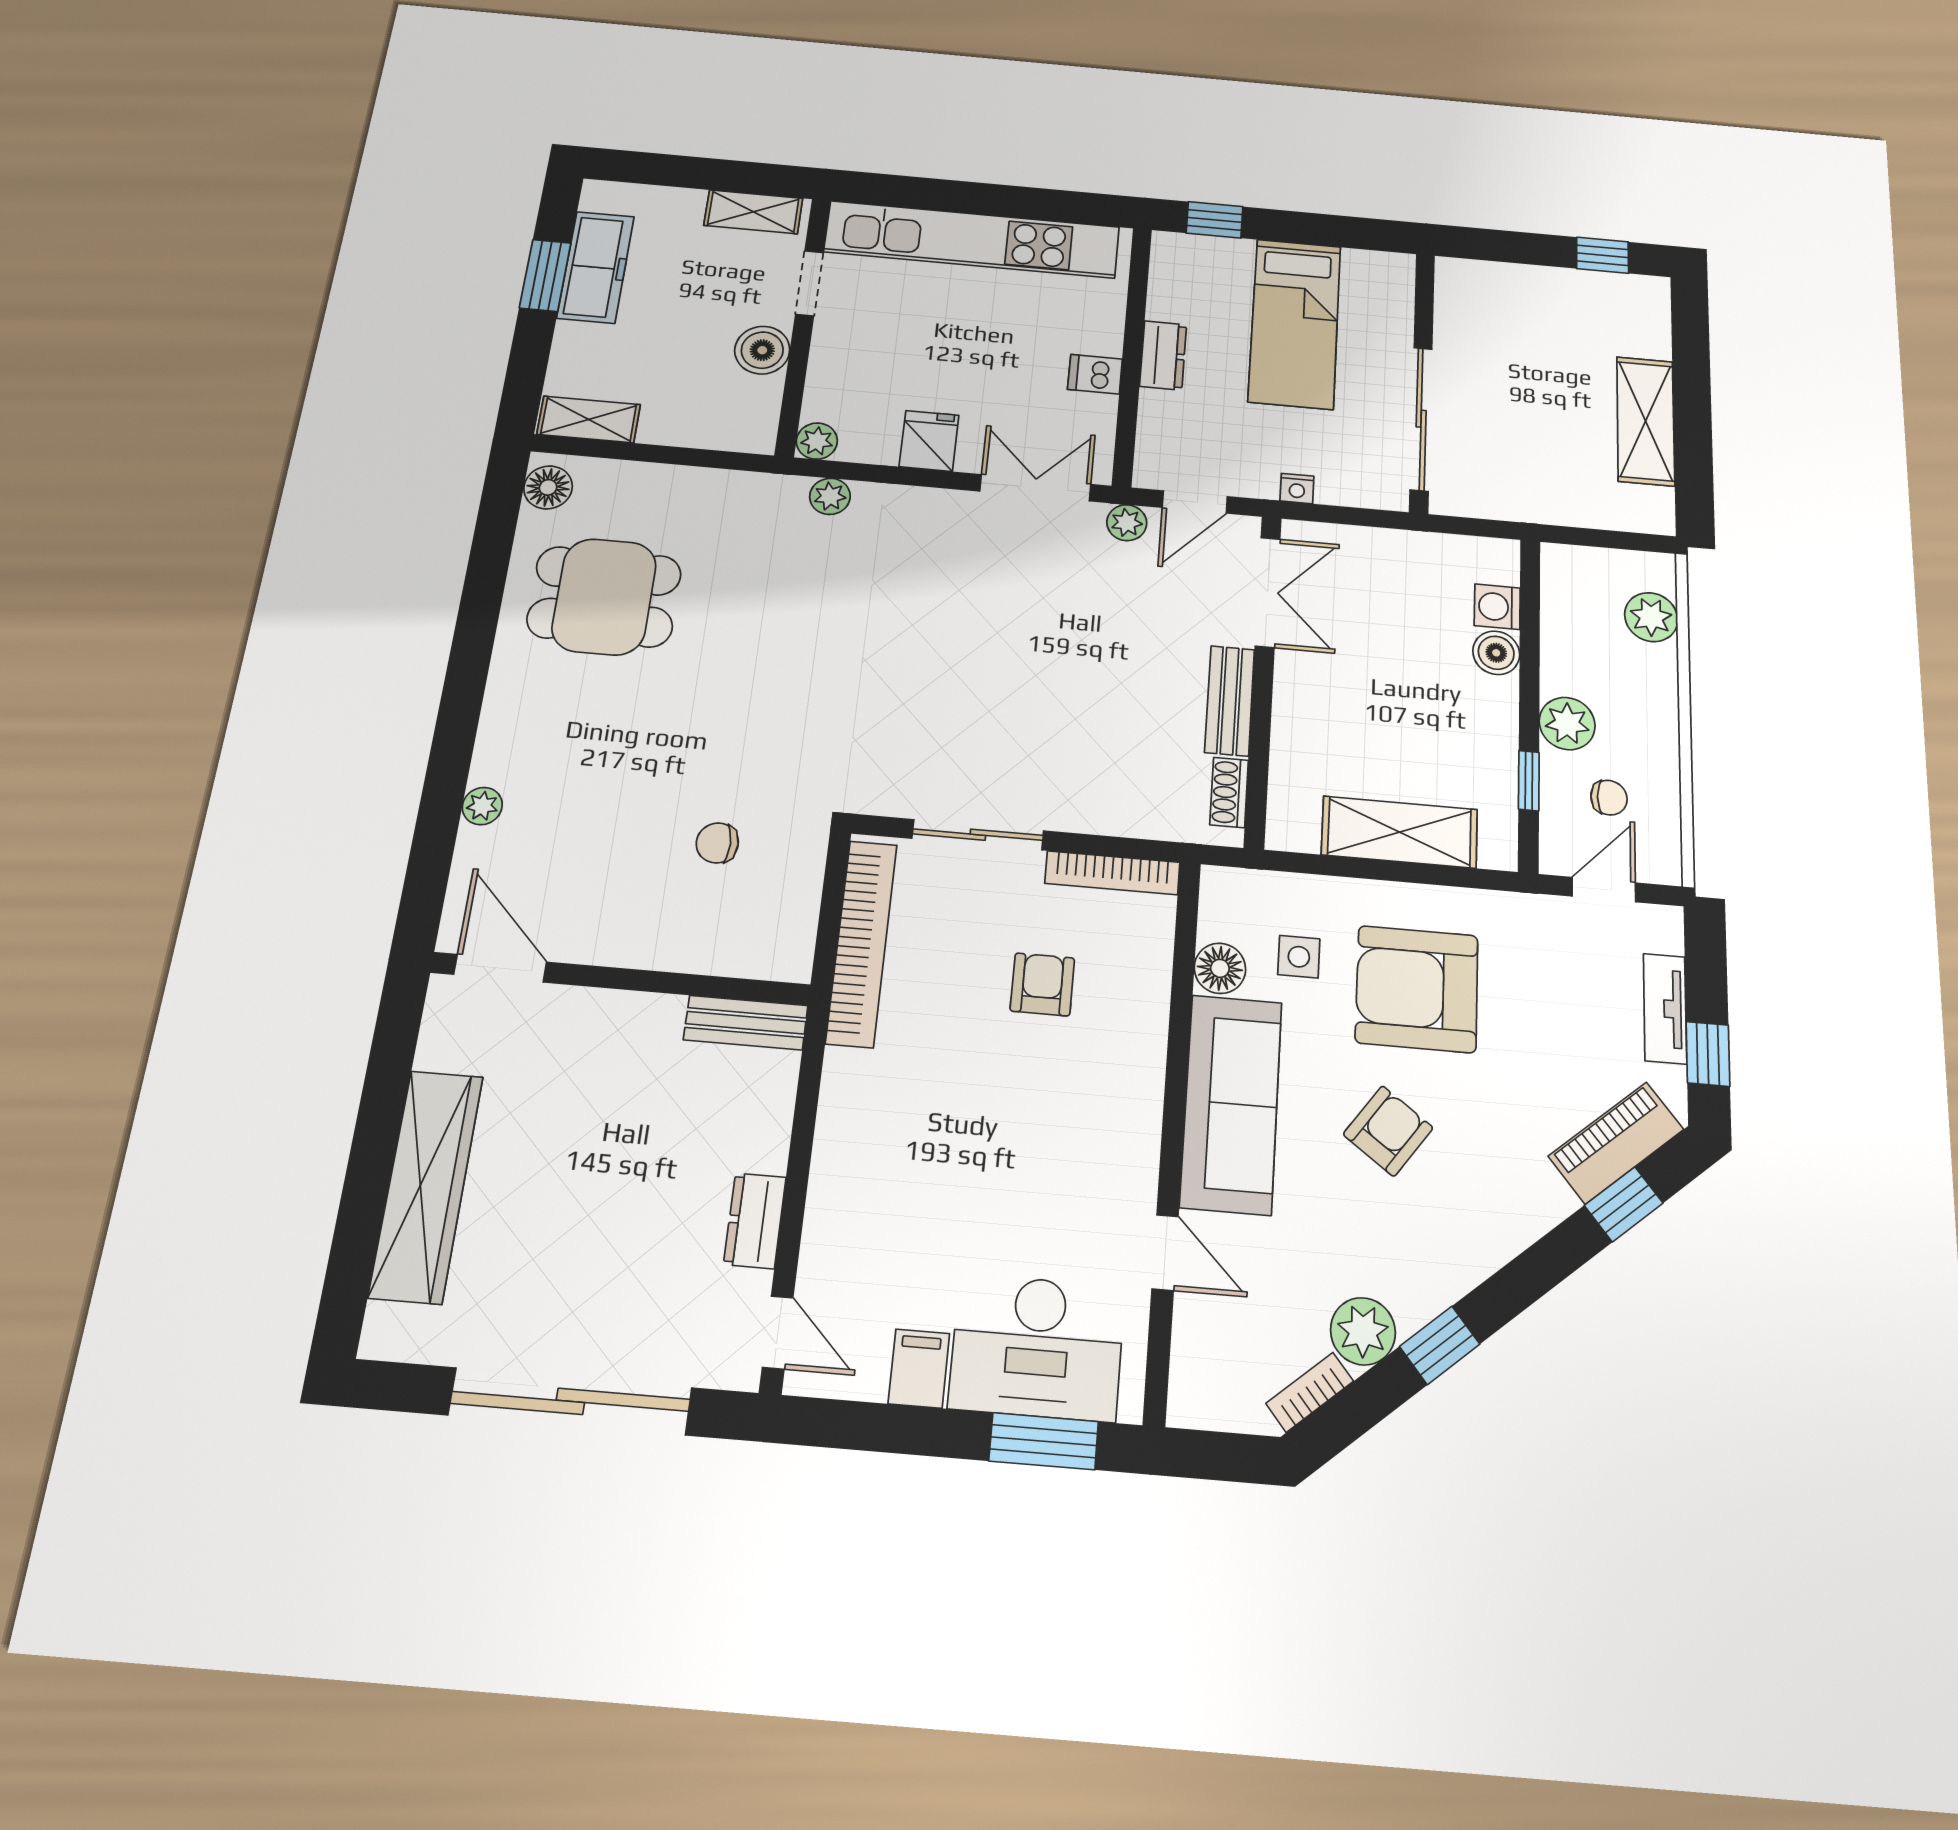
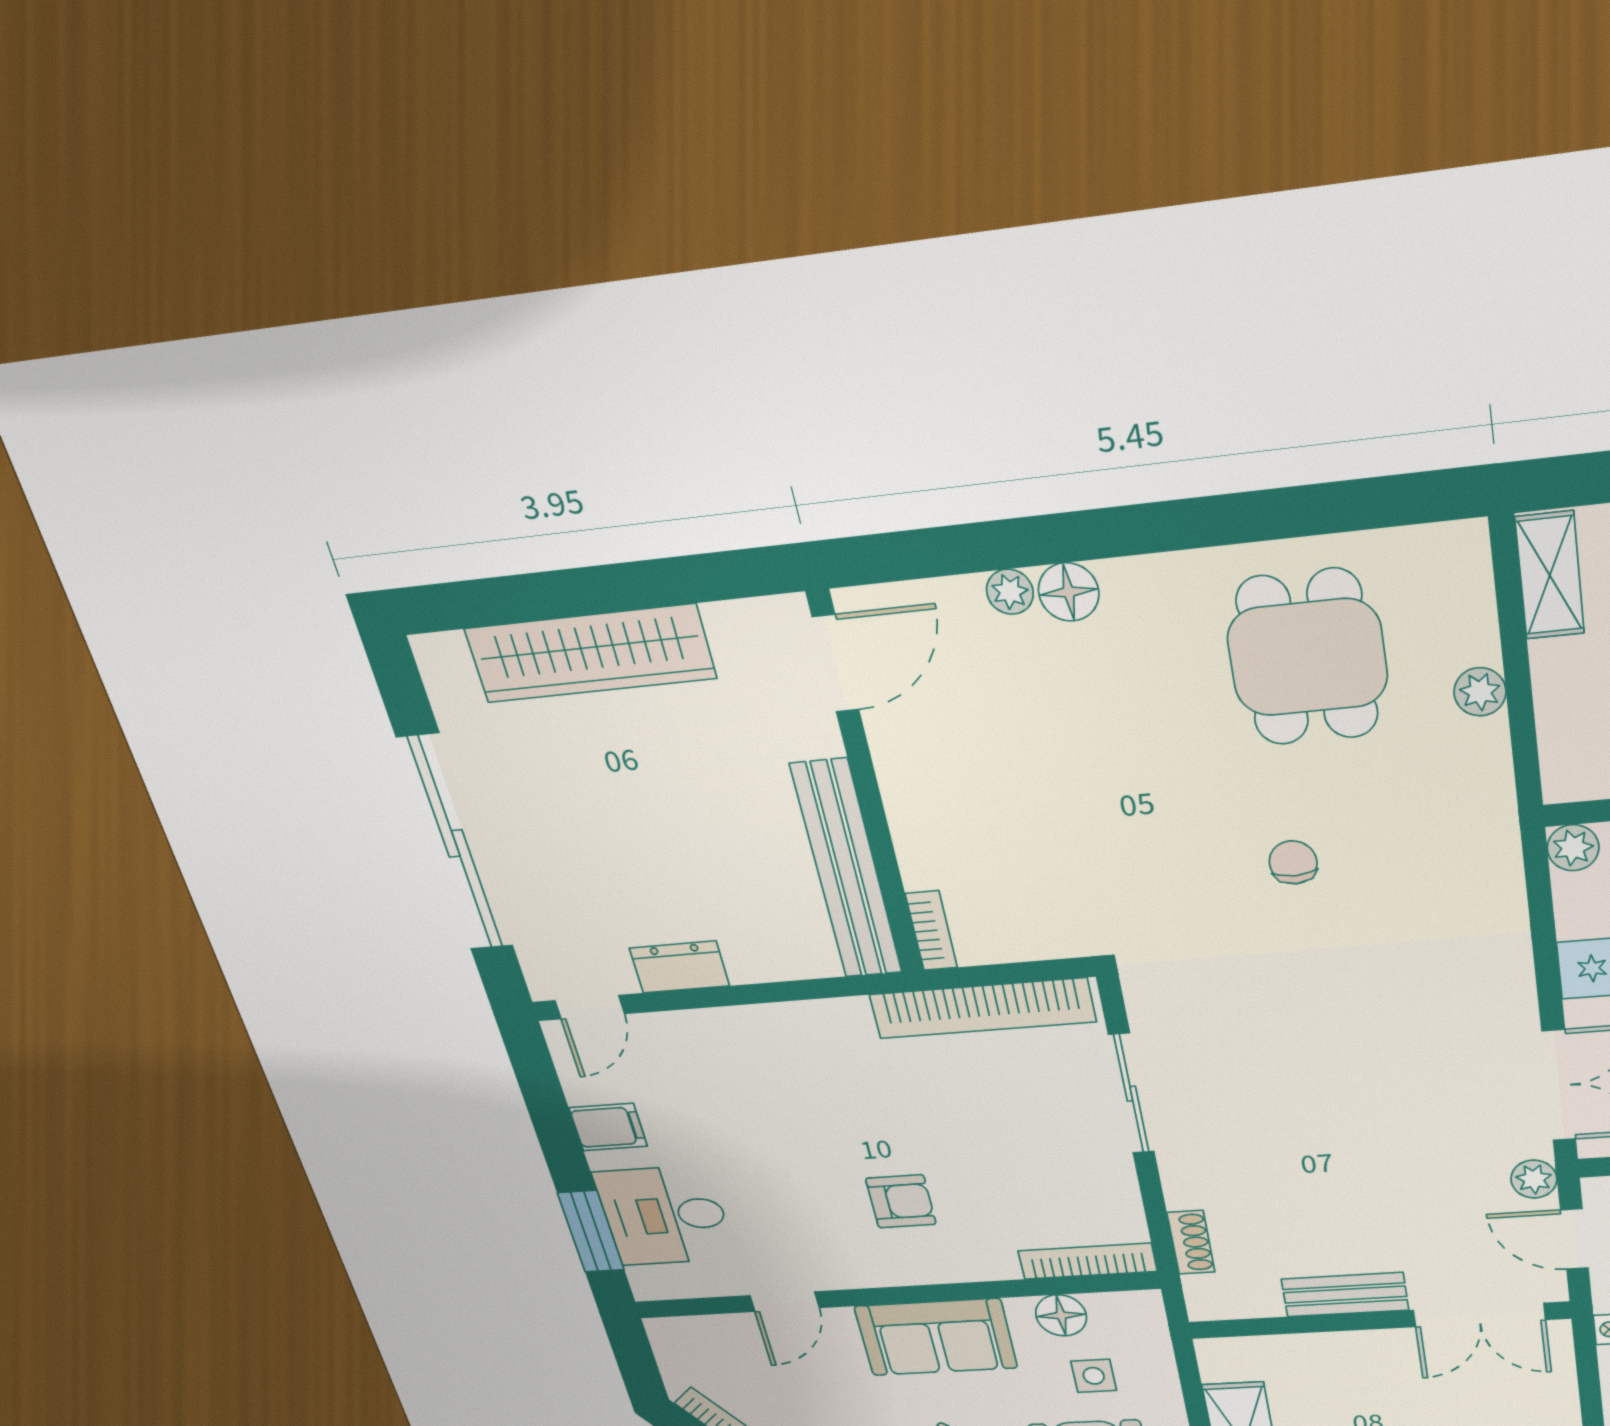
floor lamp: (548, 487) -> (1069, 592), moved
plant: (830, 496) -> (1480, 692), moved
shoe rack: (1229, 792) -> (1191, 1242), moved, turned 90
chair: (717, 843) -> (1293, 862), moved
bookcase: (1112, 873) -> (1088, 1261), moved, turned 90
bookcase: (772, 965) -> (931, 931), added
armchair: (1042, 984) -> (901, 1201), moved
bench: (746, 1023) -> (847, 870), width x1.86, depth x1.21
sofa: (1231, 1104) -> (936, 1337), width x0.73
desk: (1037, 1347) -> (665, 1216), width x0.73

